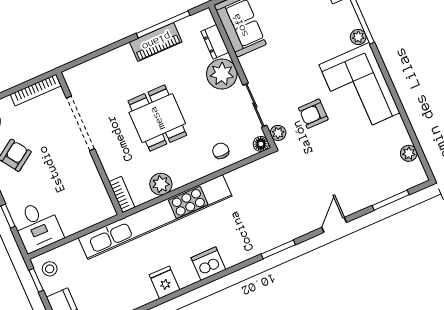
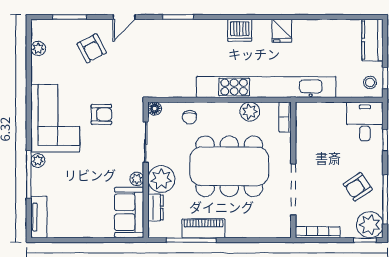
dining table: (157, 118) -> (229, 166), width x1.88, depth x1.24
plant: (278, 133) -> (137, 179), moved
armchair: (353, 178) -> (92, 48), added

